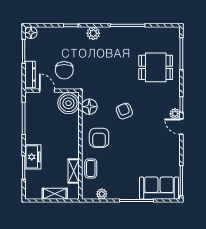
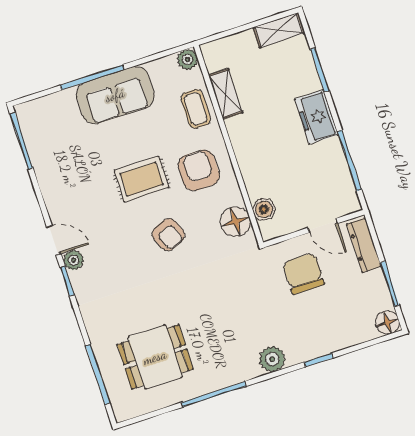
dining table: (156, 67) -> (155, 357), moved
boiler: (69, 103) -> (264, 209), width x0.54, depth x0.54
rug: (129, 143) -> (141, 179), added
freezer: (33, 157) -> (316, 117), moved
sofa: (159, 188) -> (115, 95), moved
shelving: (55, 194) -> (279, 30), moved
plant: (102, 194) -> (187, 59), moved

